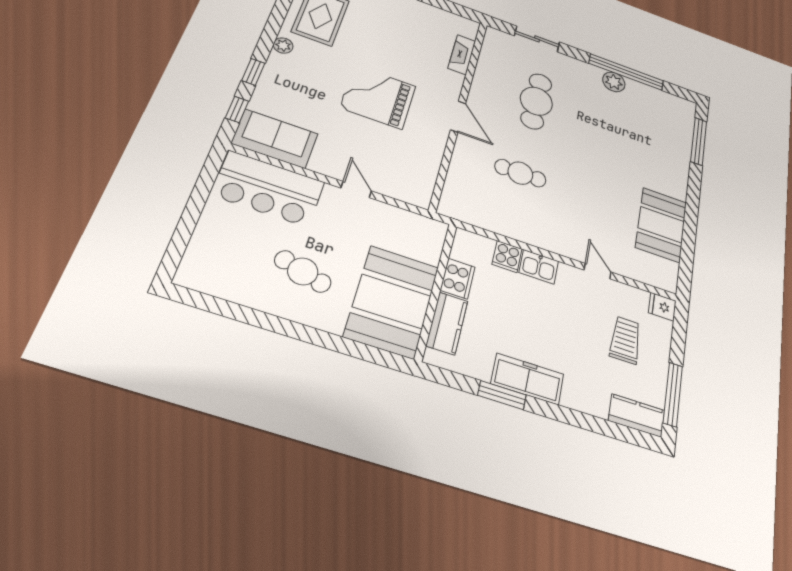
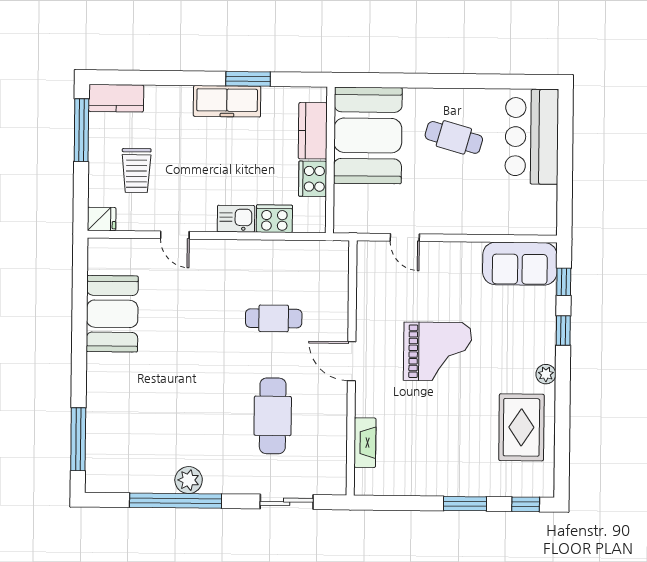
bar counter: (268, 188) -> (532, 137), moved, turned -90
door: (356, 189) -> (405, 237), moved
cooker: (507, 256) -> (274, 219), width x1.36

